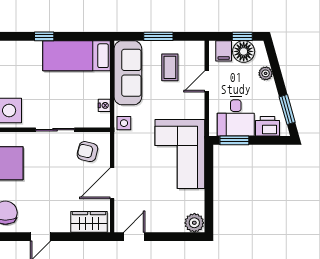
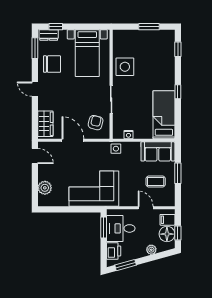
sofa: (128, 73) -> (158, 151), width x0.73
plant: (194, 223) -> (45, 188), moved

